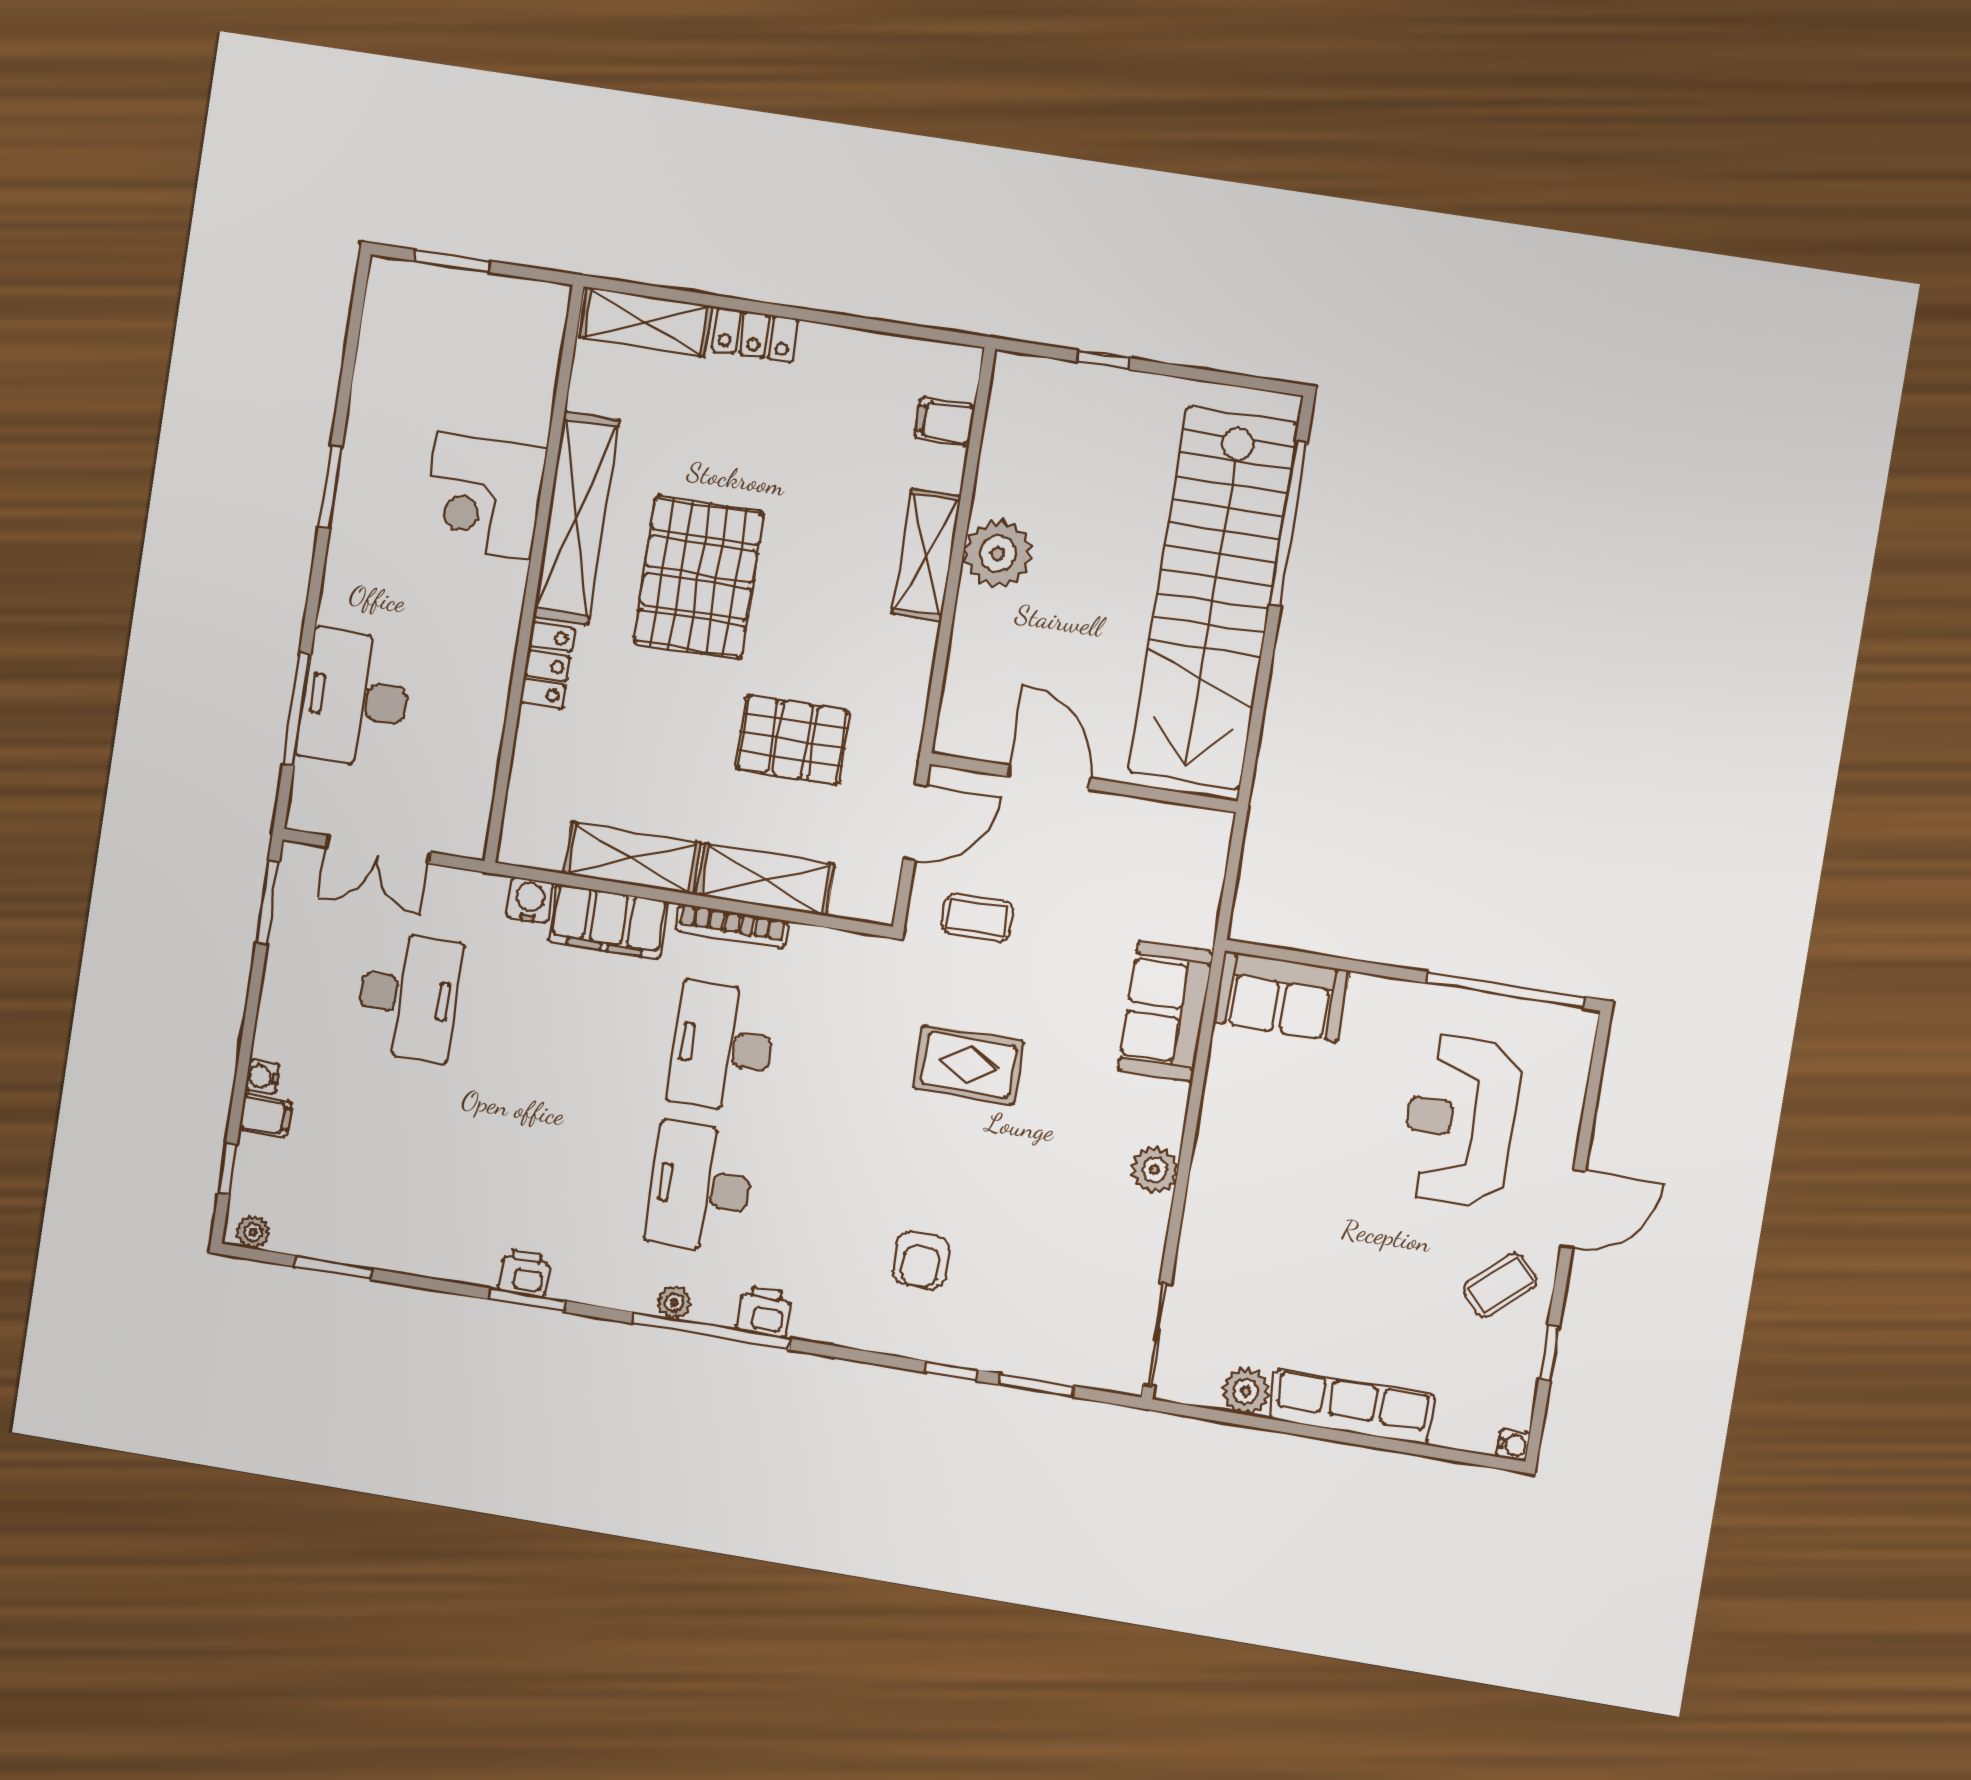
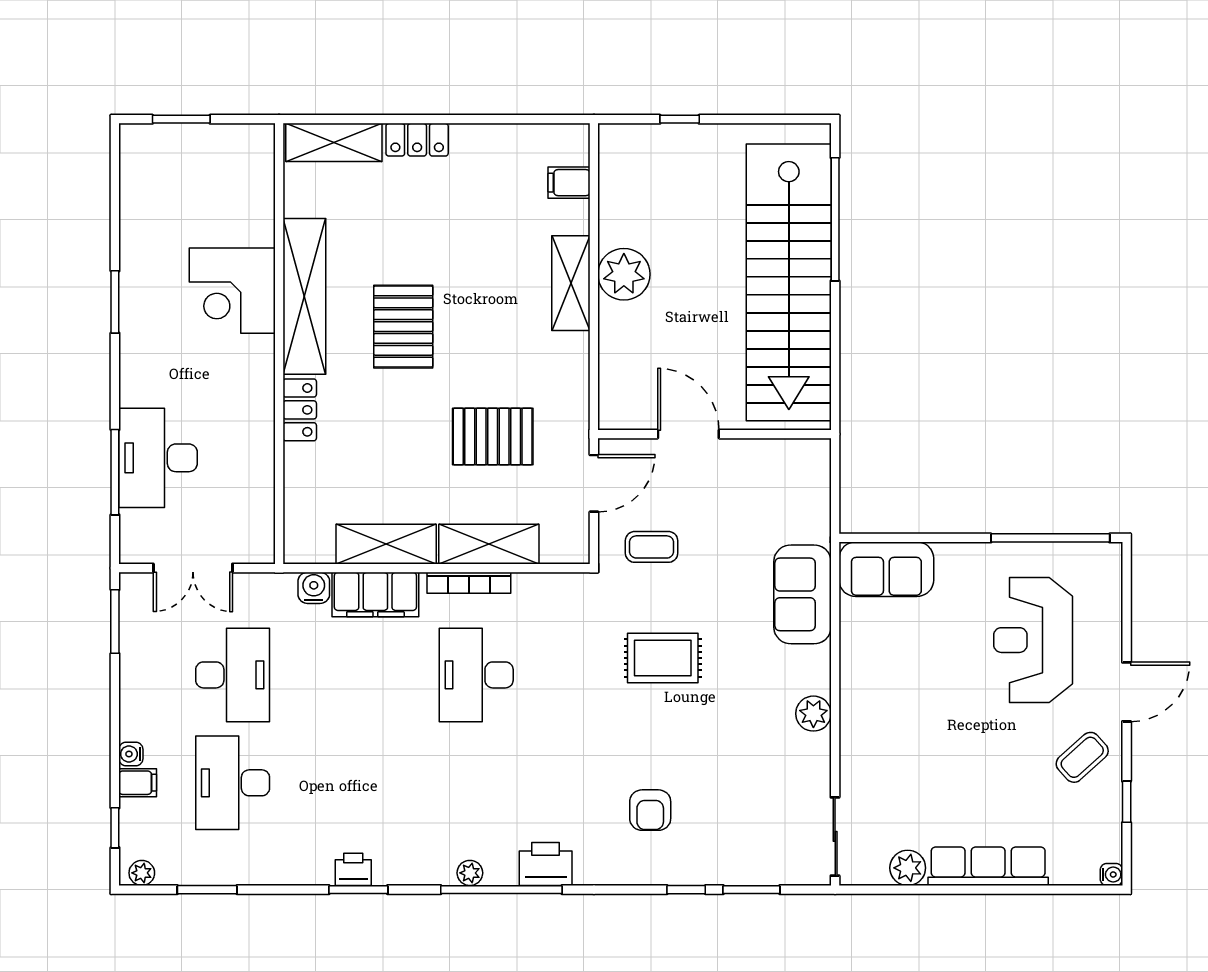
pallet: (698, 578) -> (403, 327), width x0.73, depth x0.71
desk: (701, 1187) -> (233, 783), moved
printer: (764, 1311) -> (546, 864), width x1.36, depth x1.24

